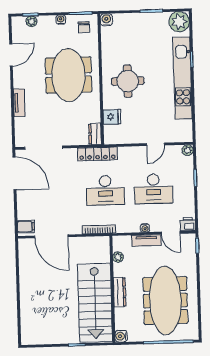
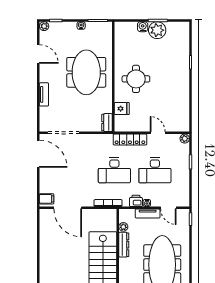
water cooler: (106, 20) -> (143, 27), moved
plant: (31, 21) -> (44, 26), moved
plant: (179, 22) -> (157, 30), moved
chair: (84, 27) -> (100, 32), removed
door: (11, 55) -> (38, 54), hinge flipped
kitchen unit: (182, 78) -> (182, 78), removed
door: (155, 144) -> (158, 133), swing flipped
locker: (97, 154) -> (130, 139), moved
printer: (188, 224) -> (136, 201), moved
dresser: (120, 292) -> (124, 245), moved

